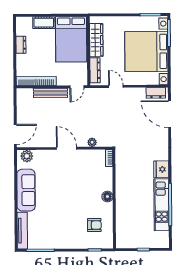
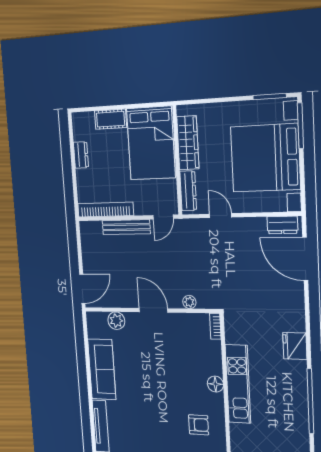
plant: (27, 156) -> (116, 321), moved
kitchen unit: (161, 205) -> (238, 384), moved, turned 180

